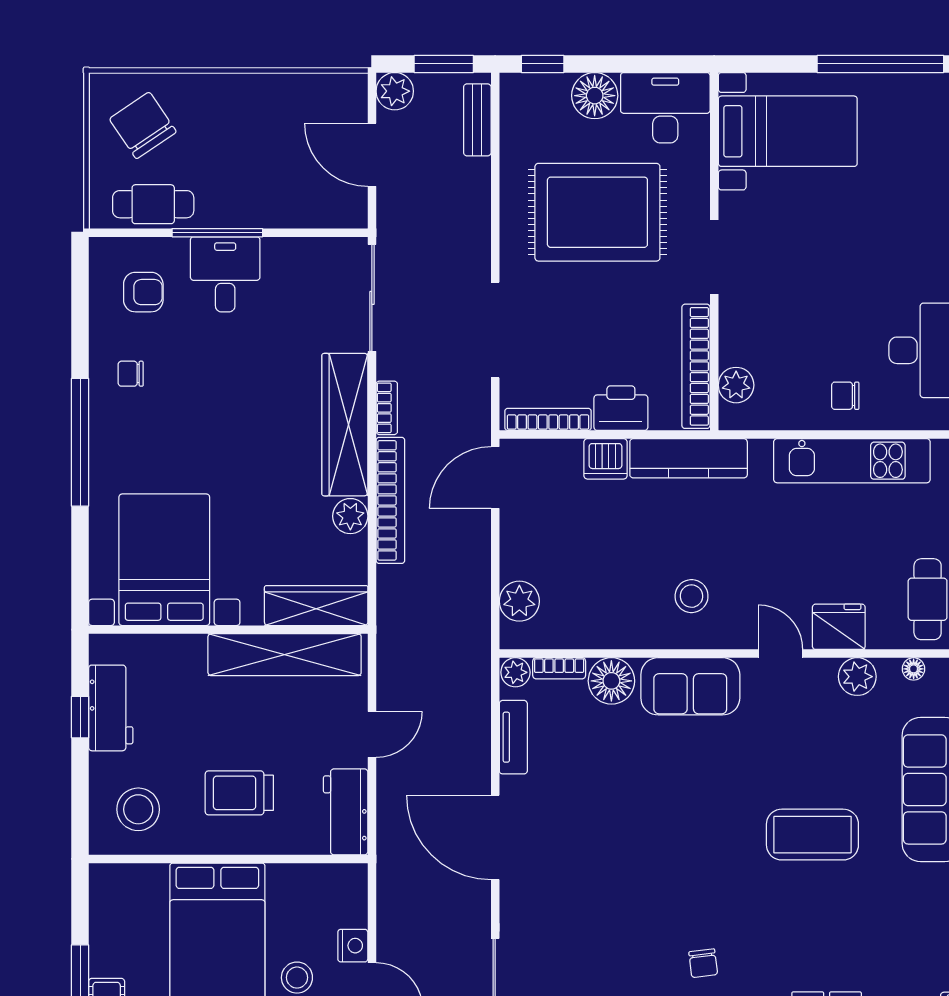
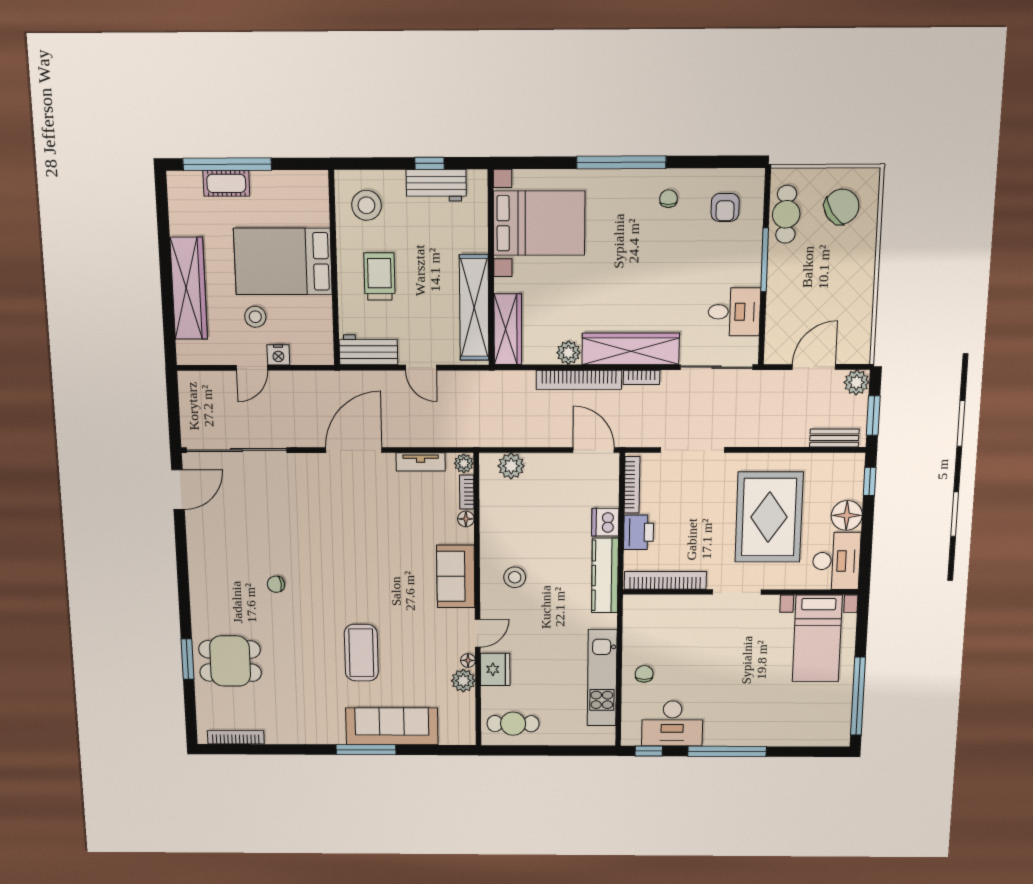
desk: (225, 274) -> (734, 312), moved
plant: (736, 385) -> (652, 606), removed
floor lamp: (914, 669) -> (468, 660), moved
floor lamp: (611, 681) -> (466, 519), width x0.53, depth x0.53

